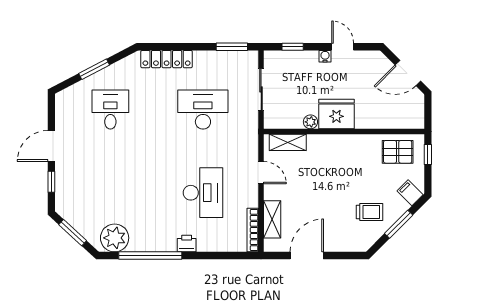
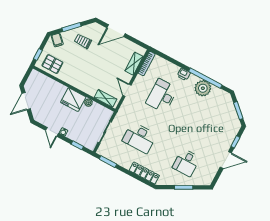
door: (408, 73) -> (26, 101), swing flipped
plant: (115, 238) -> (203, 88), moved
door: (307, 256) -> (116, 31), moved

